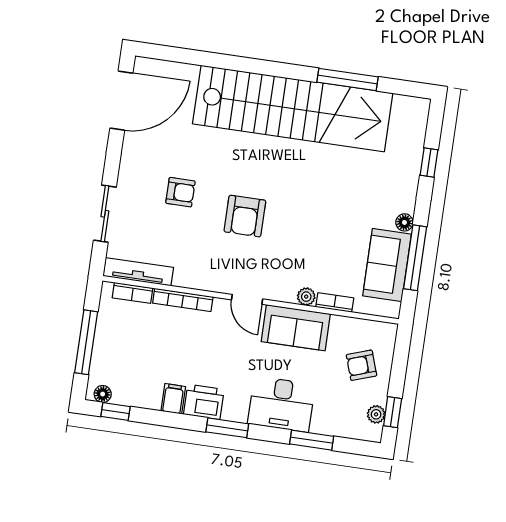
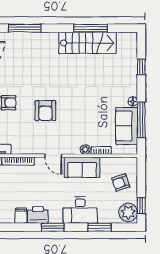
window: (229, 62) -> (25, 28), added
stairs: (293, 108) -> (88, 43), width x0.54, depth x0.66
plant: (376, 414) -> (128, 212), width x1.87, depth x1.87

